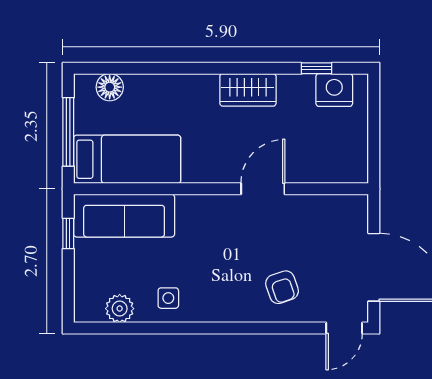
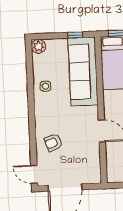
sofa: (124, 216) -> (83, 72), width x1.36, depth x1.27
plant: (120, 309) -> (38, 46), moved

